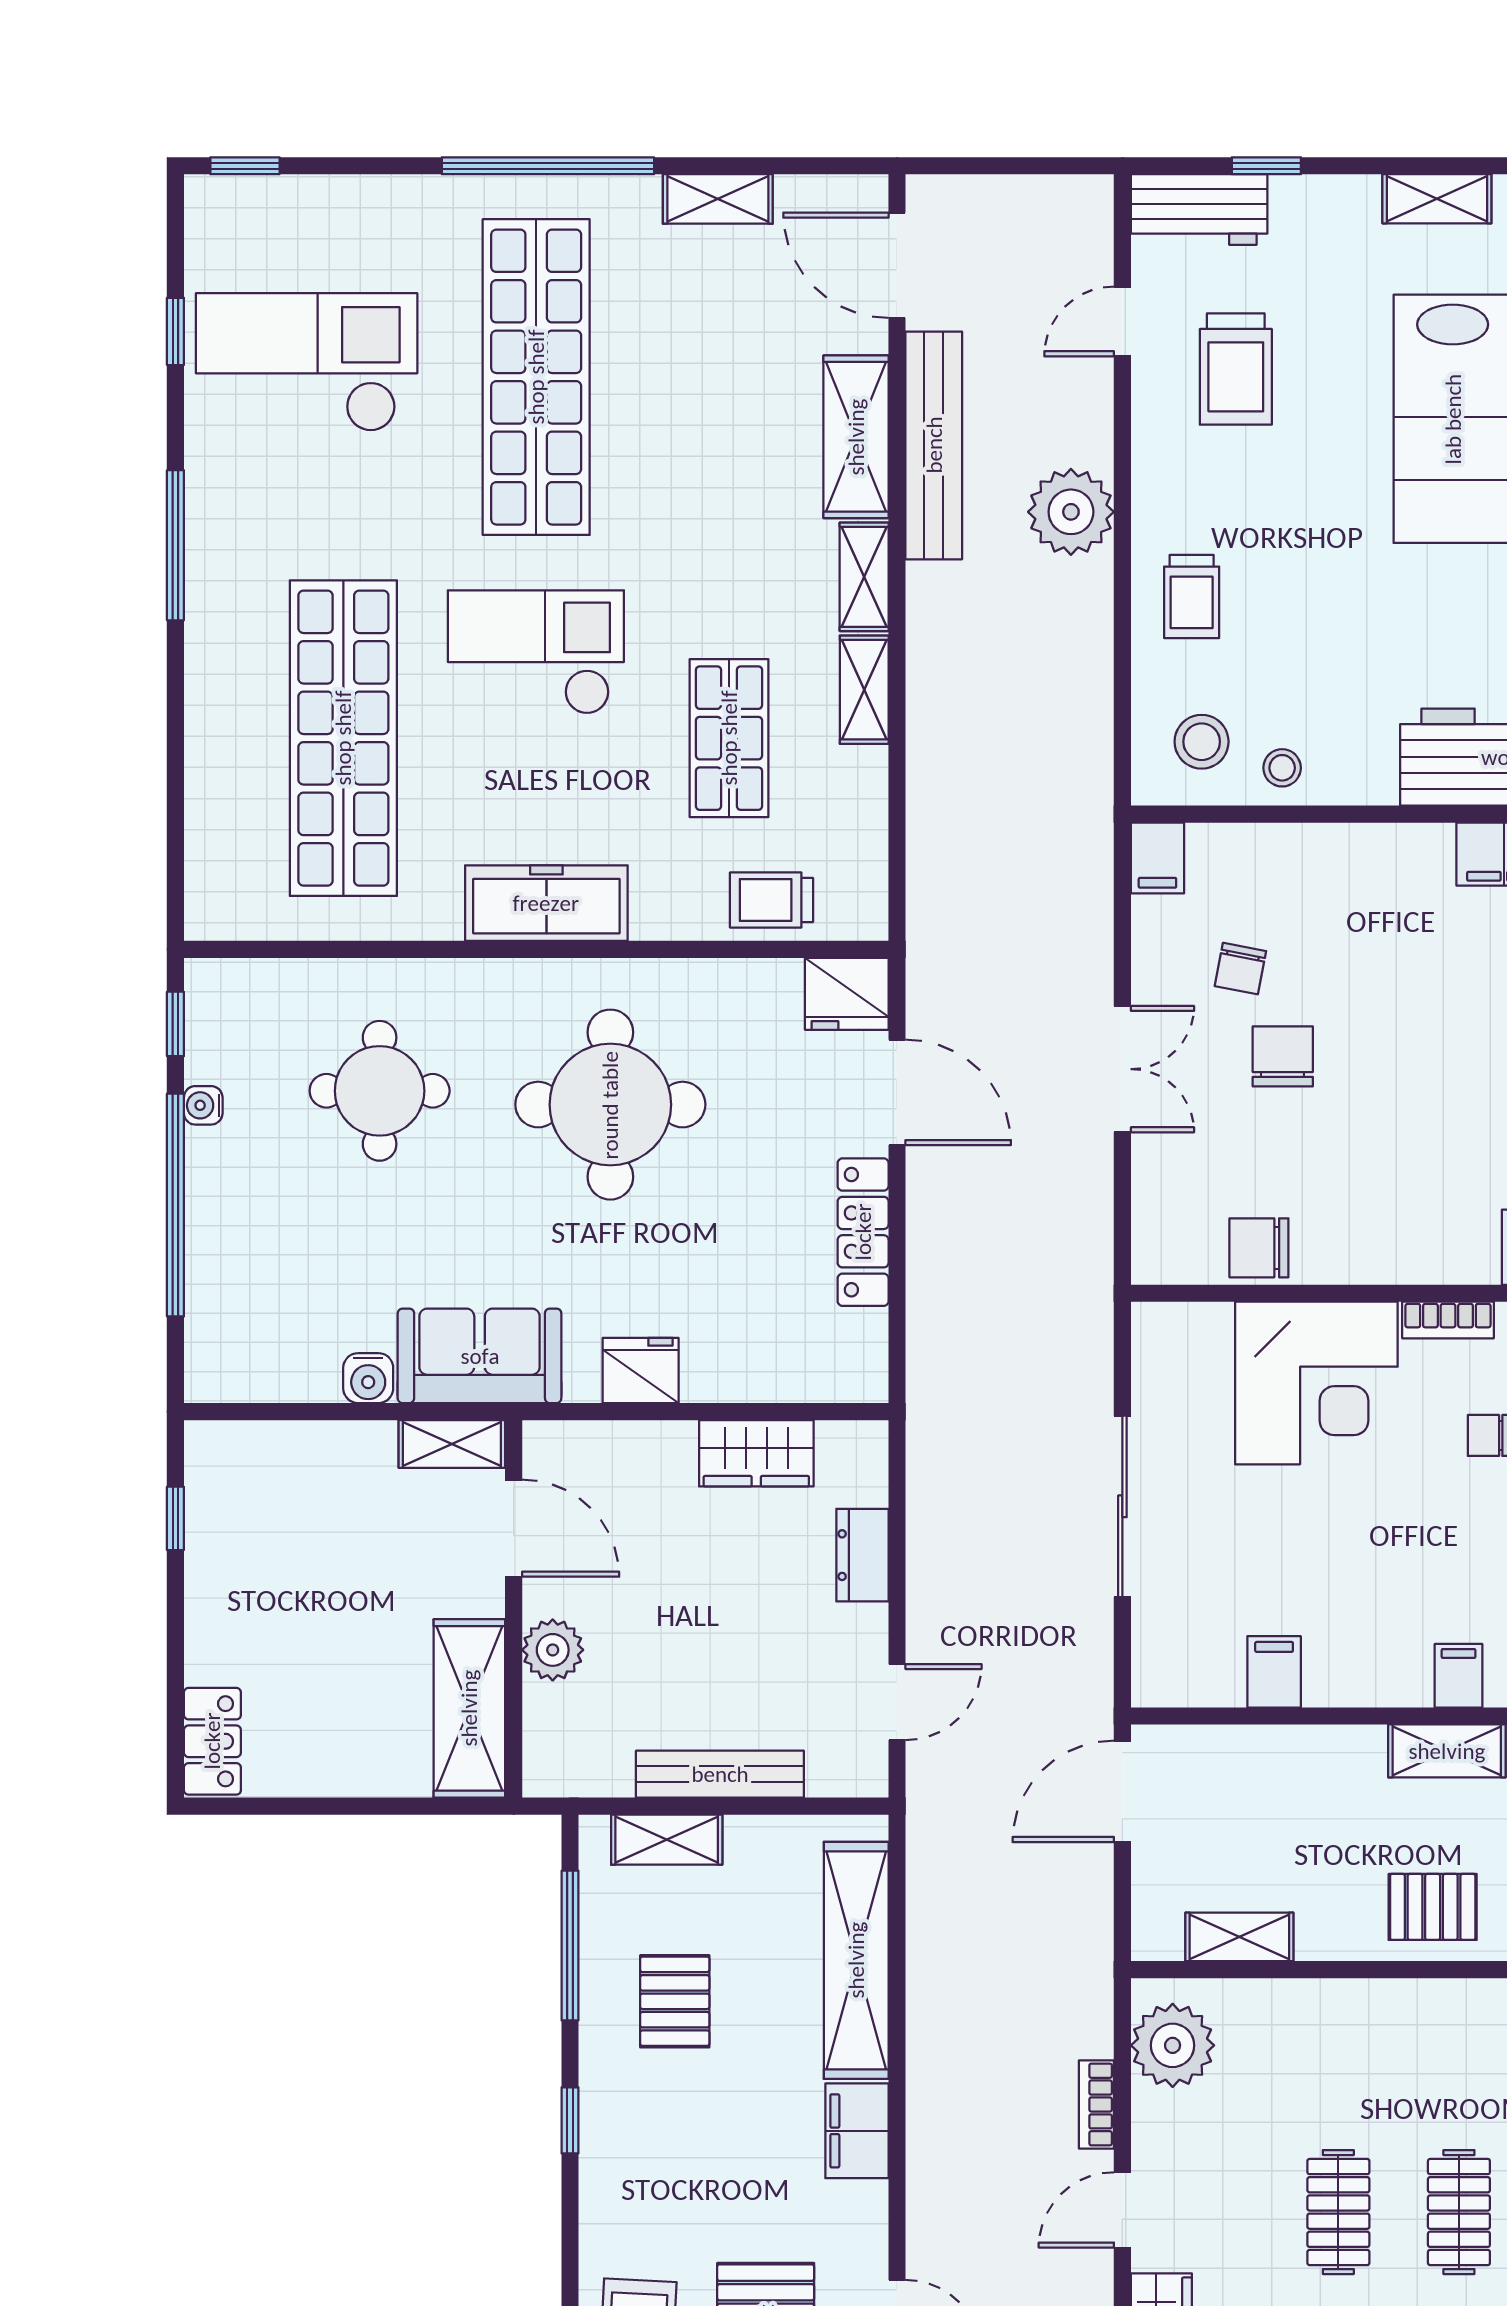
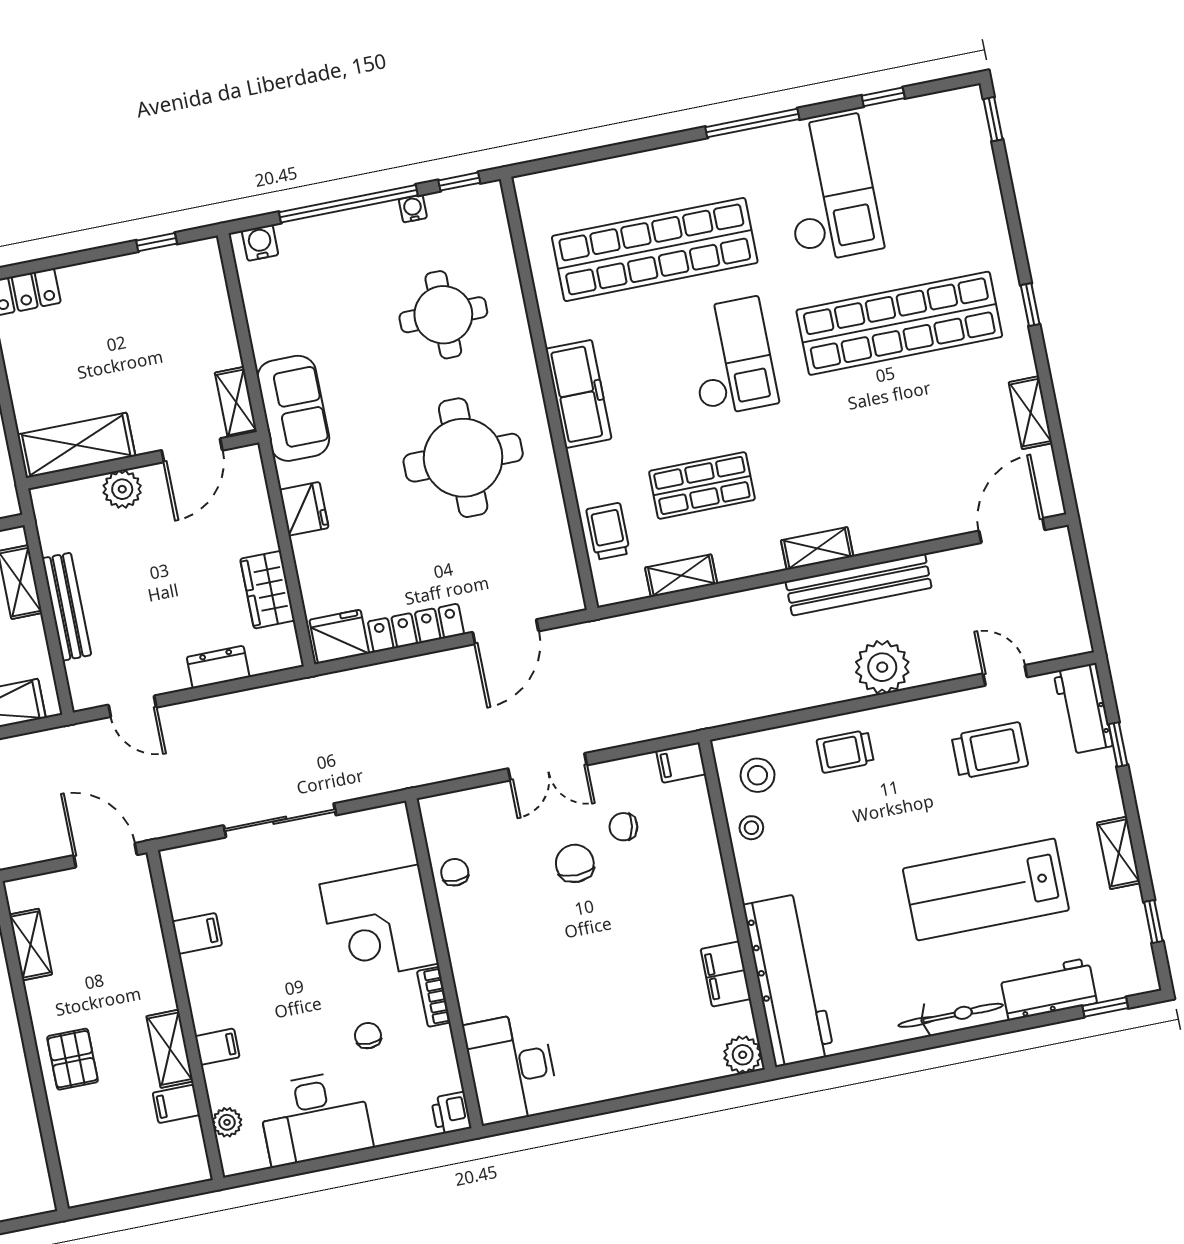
window: (548, 166) -> (1030, 305), width x0.32
checkout: (307, 362) -> (829, 189), moved
trolley: (1236, 369) -> (990, 751), turned 180
shelving: (856, 437) -> (902, 526), removed
bench: (934, 445) -> (859, 585), moved
shelving: (864, 690) -> (681, 576), moved
fridge: (847, 994) -> (339, 637), moved, turned 90
chair: (1283, 1056) -> (575, 863), turned -90
chair: (1259, 1248) -> (455, 872), width x0.73, depth x0.73
water cooler: (368, 1378) -> (260, 243), moved, turned 90

